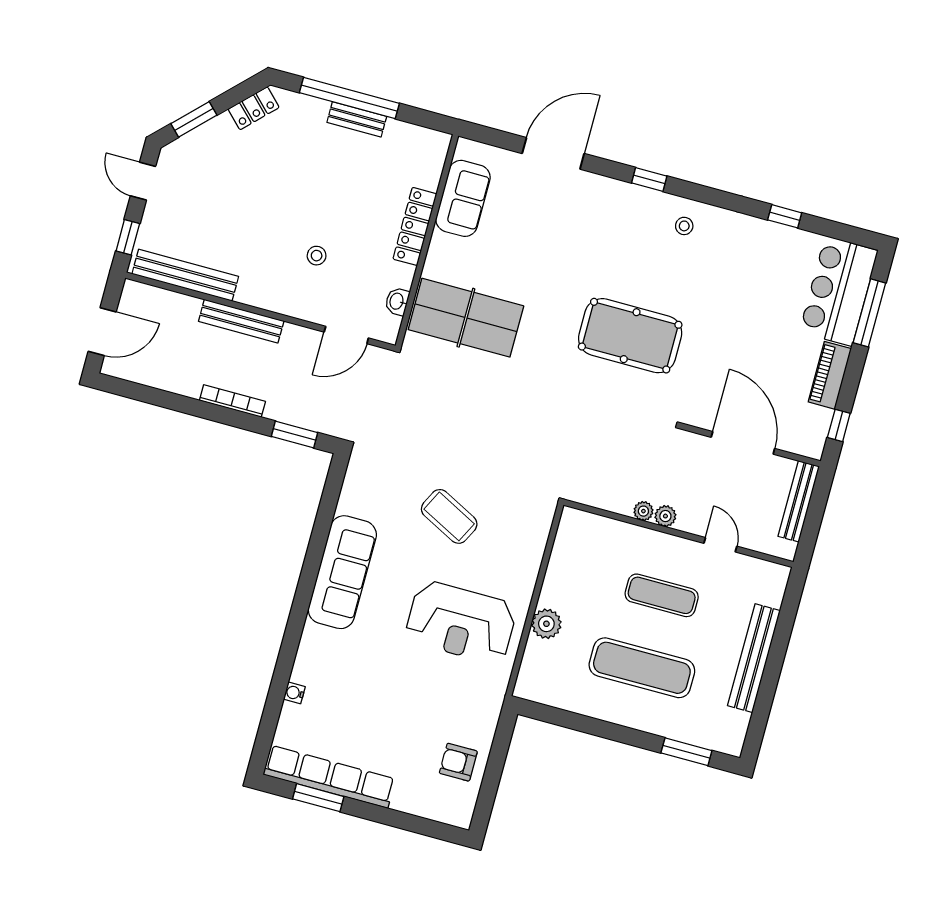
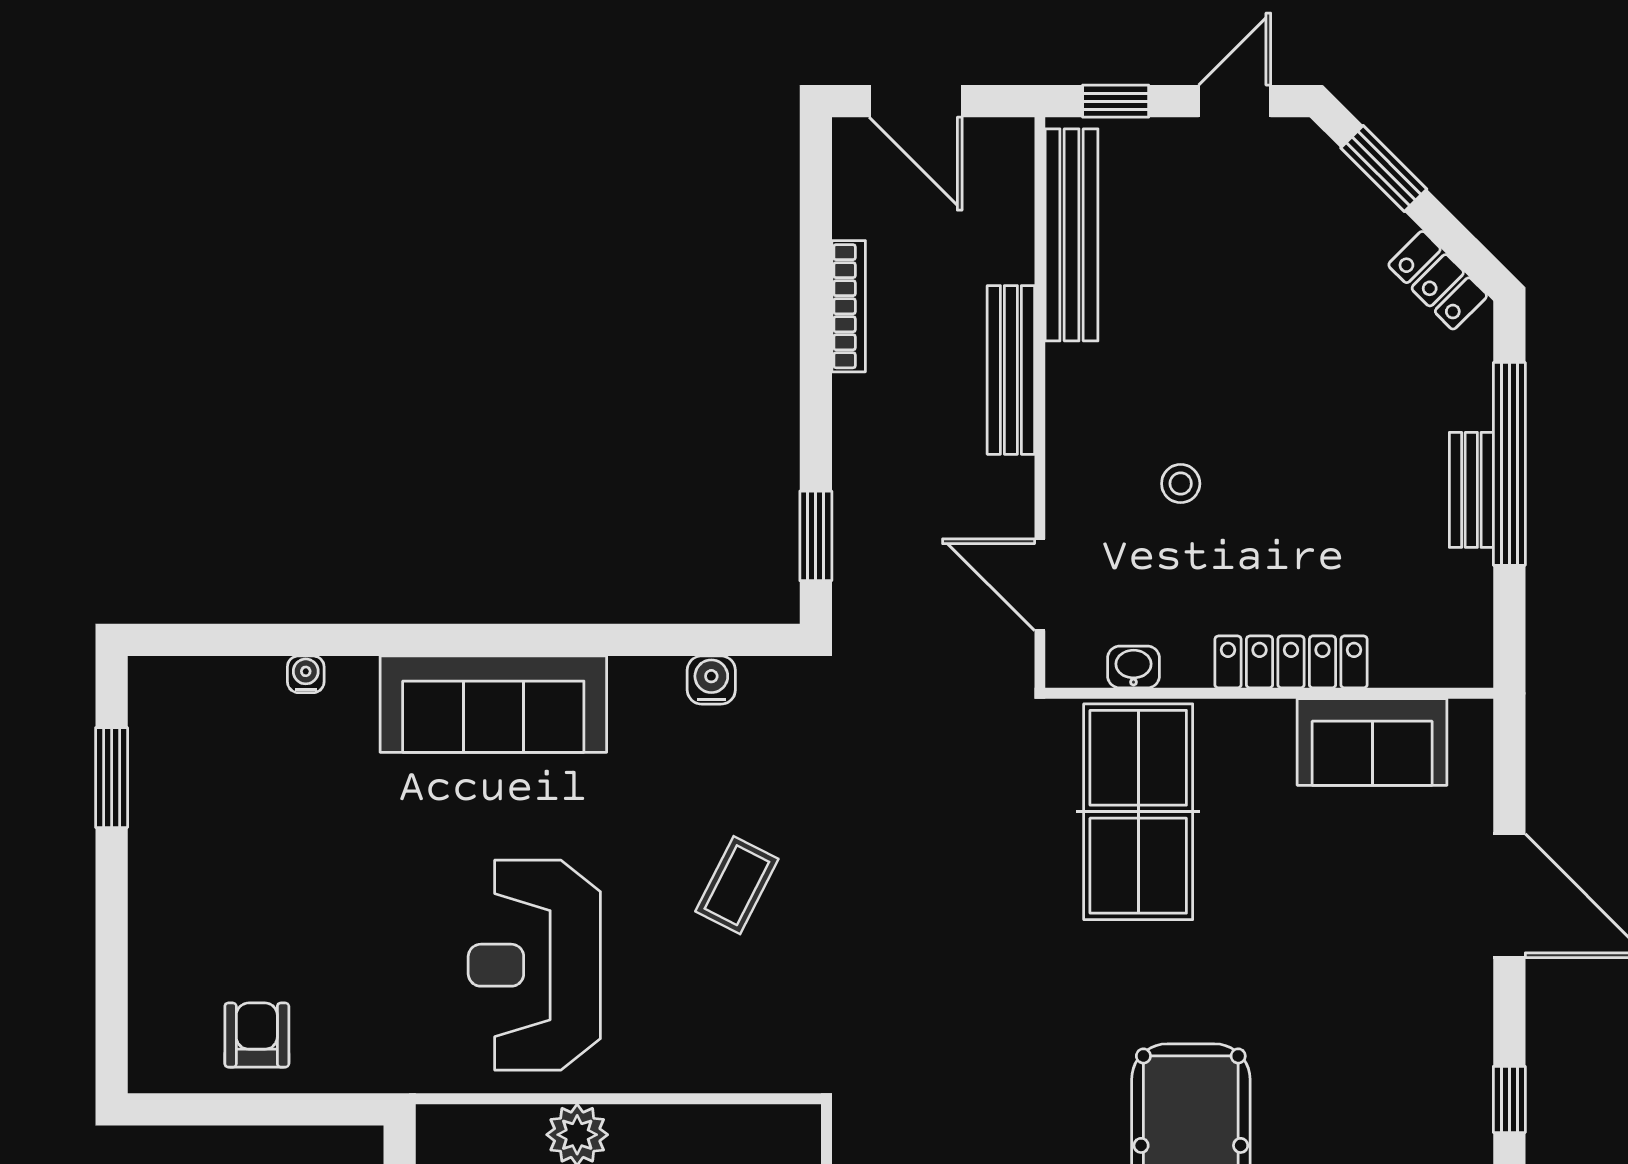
bookcase: (232, 401) -> (849, 306), moved
water cooler: (349, 502) -> (711, 680), added
coffee table: (449, 516) -> (737, 885), width x0.73, depth x0.77
sofa: (342, 572) -> (493, 704), moved
row of seats: (329, 777) -> (159, 788), removed

